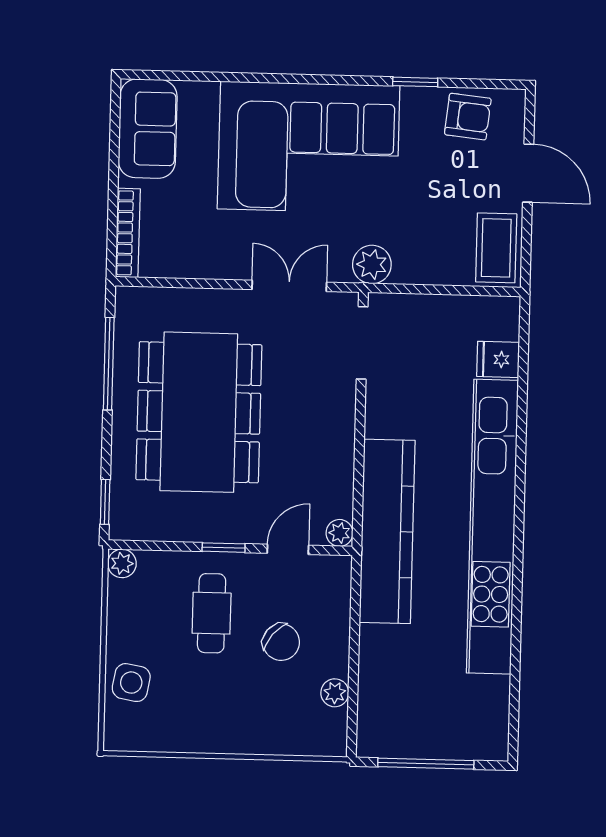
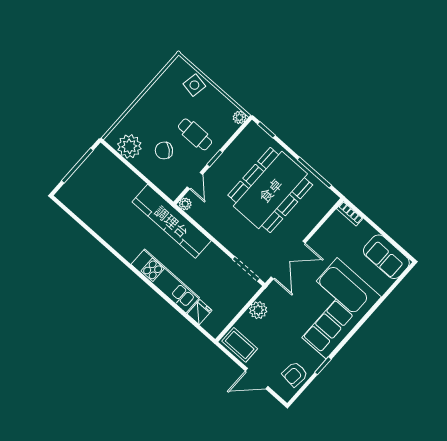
bookcase: (128, 233) -> (350, 213), width x0.64
plant: (372, 265) -> (258, 310), moved
double door: (289, 286) -> (288, 260), width x1.37
dining table: (199, 412) -> (270, 190), turned 90
kitchen unit: (492, 527) -> (165, 281), width x0.54
plant: (335, 693) -> (129, 146), width x1.87, depth x1.87

